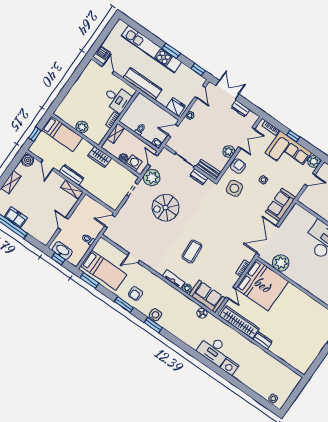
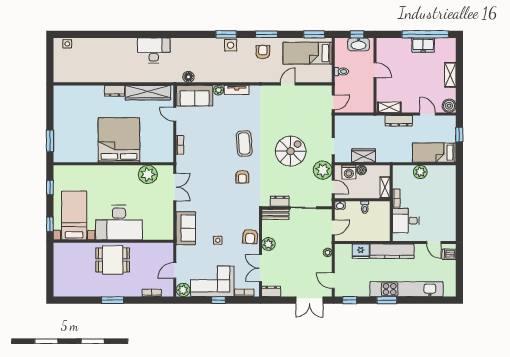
fridge: (176, 107) -> (361, 251), moved
dresser: (240, 109) -> (271, 291), moved
wardrobe: (100, 157) -> (364, 156), moved
side table: (234, 188) -> (239, 214), removed
armchair: (213, 213) -> (242, 177), added
double door: (268, 240) -> (175, 187), width x0.73
coffee table: (192, 251) -> (244, 144), moved
bed: (262, 285) -> (119, 140), moved, turned 90
nightstand: (229, 367) -> (129, 45), removed

